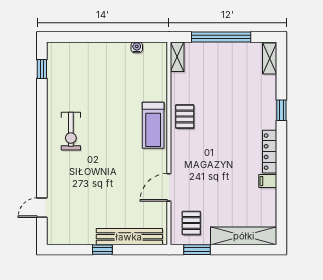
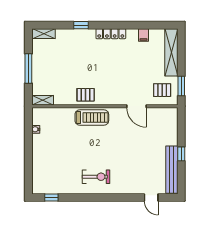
window: (221, 37) -> (28, 69), width x0.68
filing cabinet: (268, 181) -> (144, 35), moved
bench: (129, 237) -> (172, 170), moved

